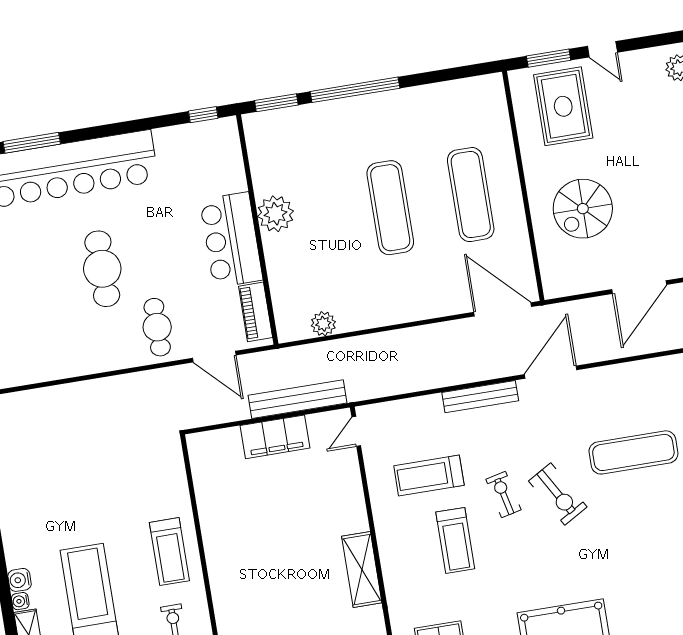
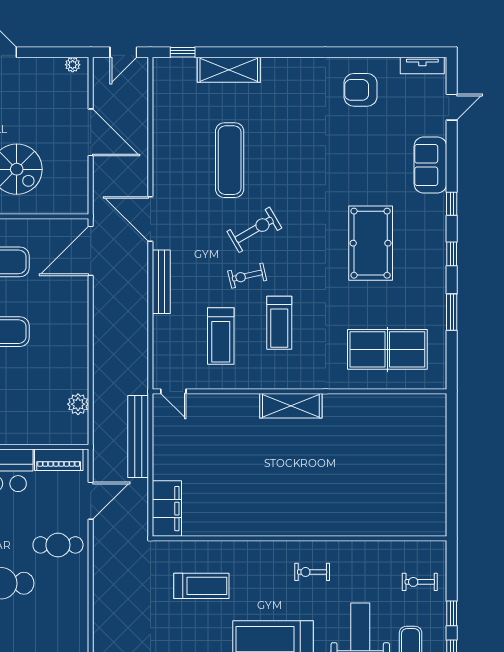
filing cabinet: (275, 437) -> (167, 509), moved
treadmill: (455, 540) -> (279, 323), turned 90
treadmill: (169, 552) -> (201, 586), moved

